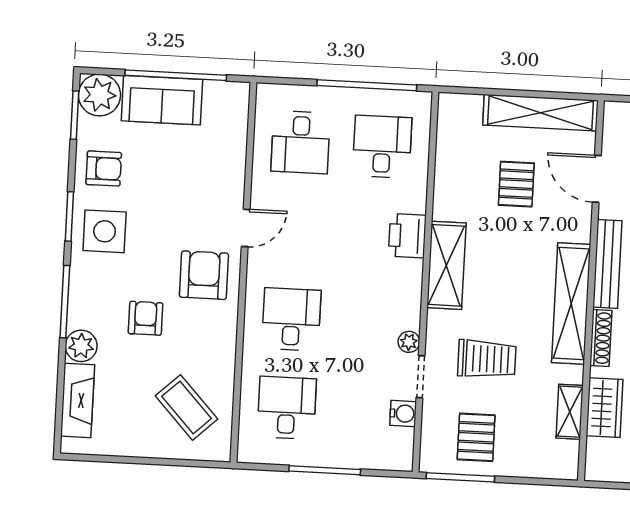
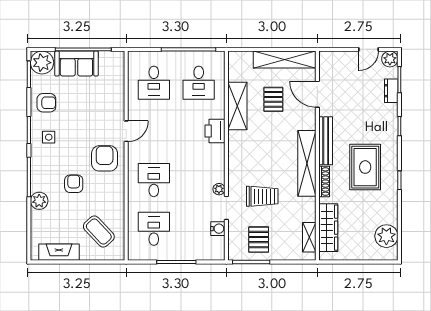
desk: (382, 147) -> (199, 83), turned 180
side table: (105, 231) -> (49, 137), width x0.54, depth x0.54
shelving: (446, 265) -> (237, 106), moved
fireplace: (78, 400) -> (59, 252), moved, turned -90
wardrobe: (604, 408) -> (328, 228), width x1.50
shelving: (570, 412) -> (309, 237), moved

